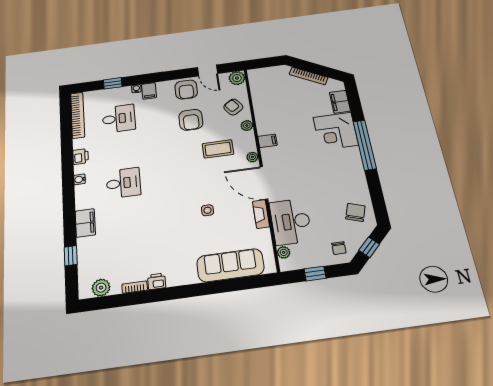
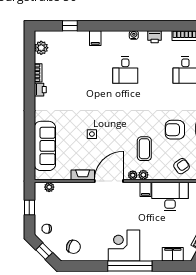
plant: (247, 126) -> (143, 175), moved
corner desk: (336, 131) -> (124, 245), moved
desk: (291, 222) -> (170, 196), moved
filing cabinet: (85, 223) -> (95, 38), width x0.50

